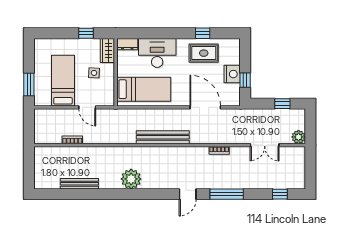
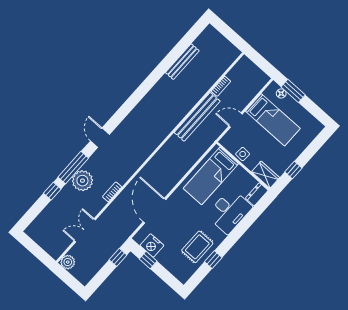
side table: (94, 73) -> (243, 154), moved
nightstand: (232, 74) -> (152, 245), moved
floor lamp: (39, 92) -> (281, 94), added
window: (282, 104) -> (118, 257), moved
door: (205, 107) -> (154, 211), swing flipped
bench: (163, 137) -> (197, 117), moved
plant: (131, 179) -> (82, 181), moved
window: (280, 194) -> (52, 191), moved

